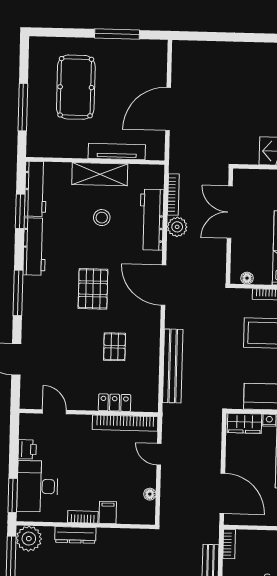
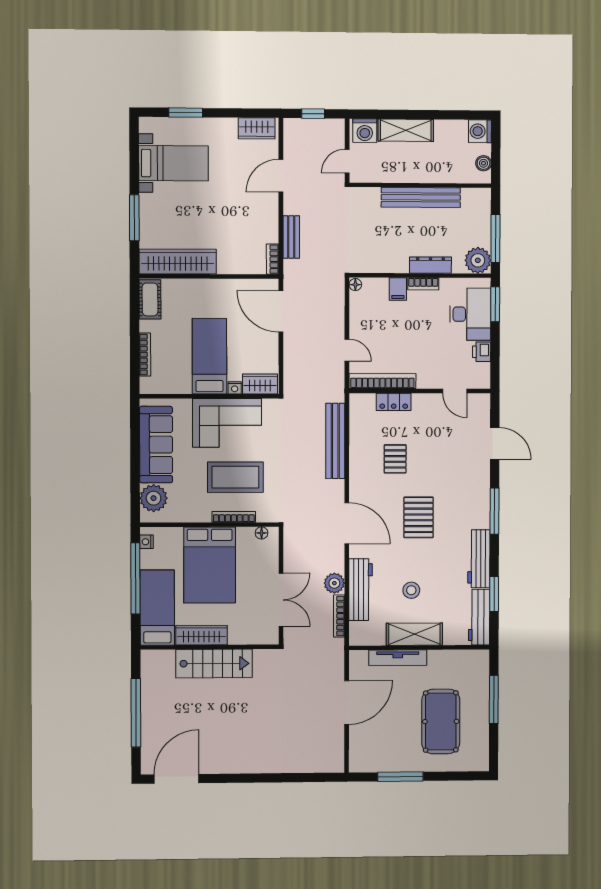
floor lamp: (150, 494) -> (355, 285), moved

